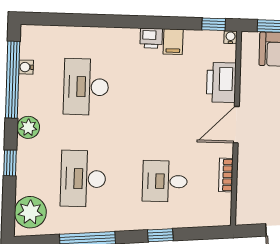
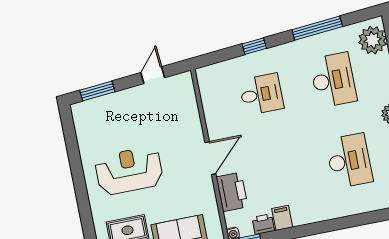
printer: (151, 38) -> (263, 224), moved
bookcase: (226, 175) -> (209, 112), removed

